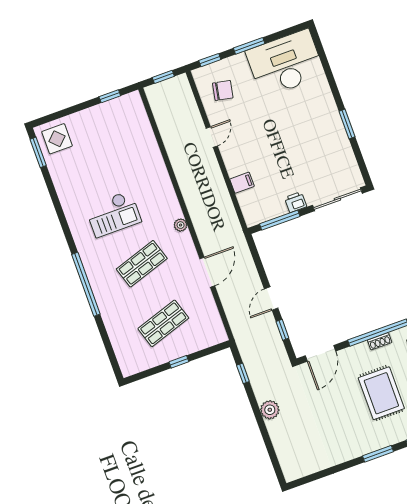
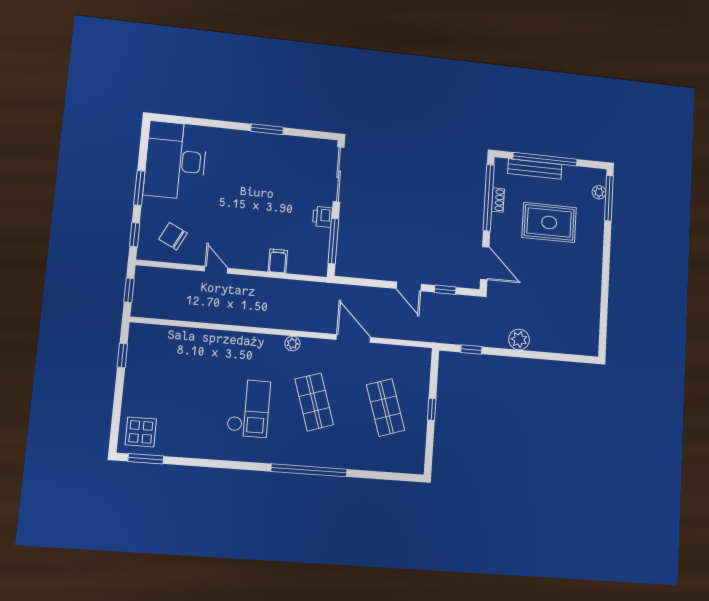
chair: (223, 91) -> (173, 236), turned -75
window: (378, 454) -> (606, 253), removed

